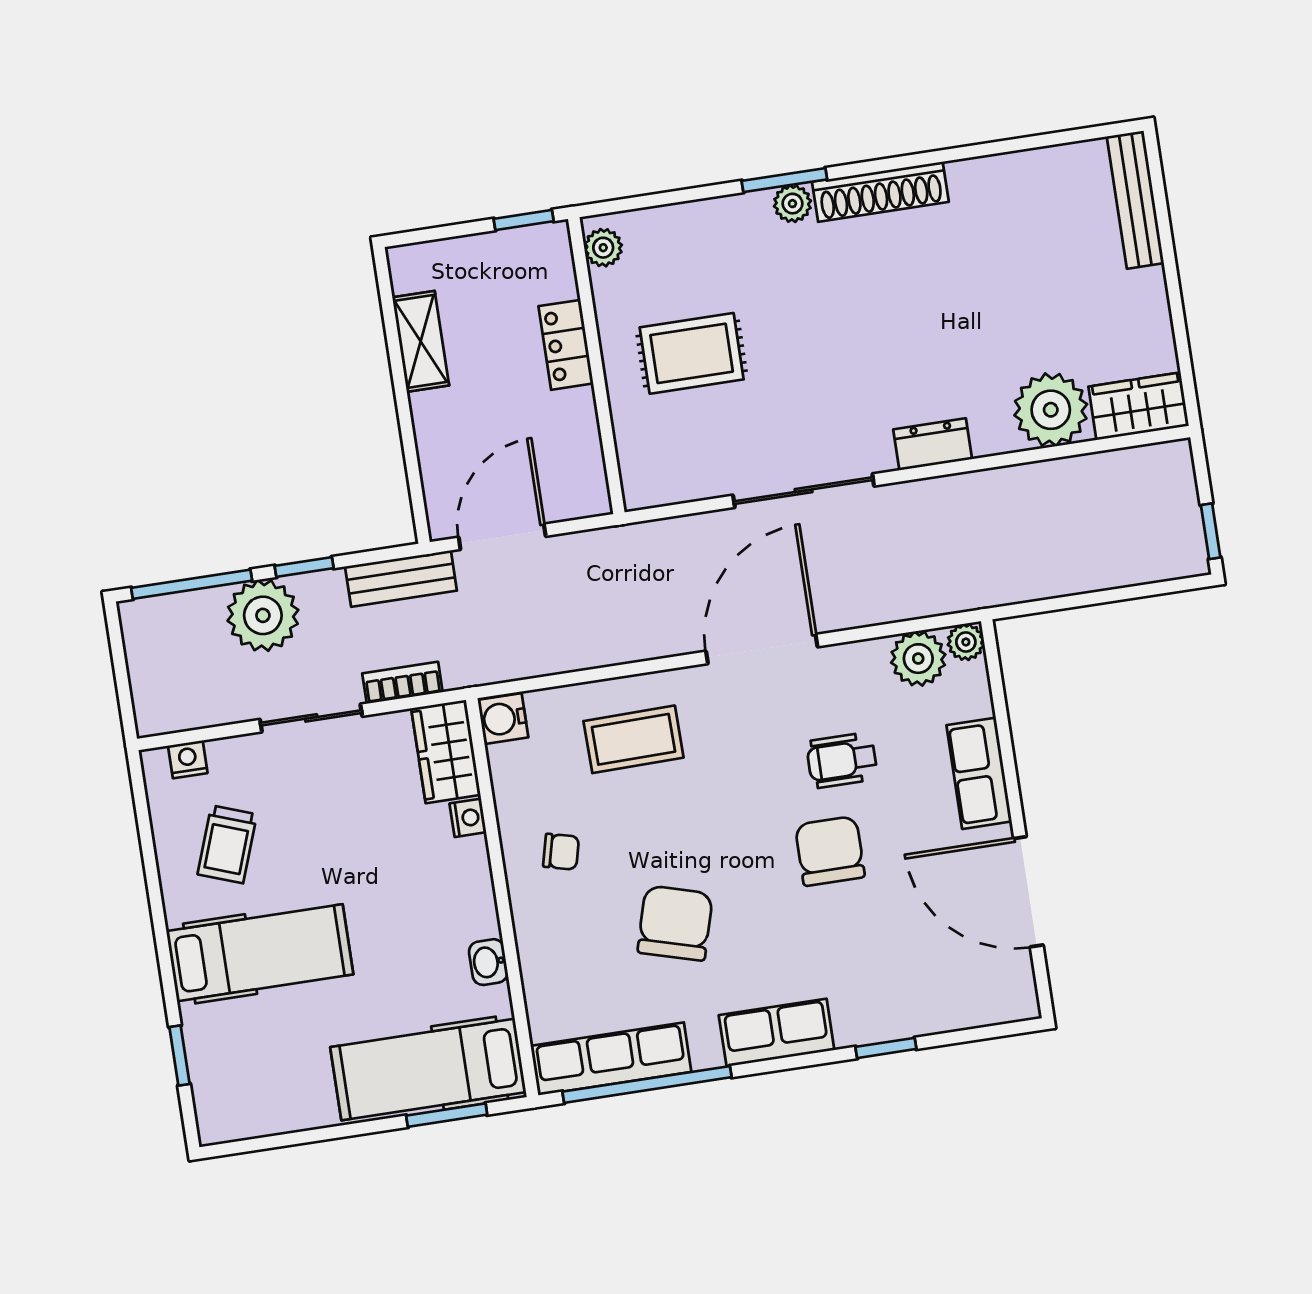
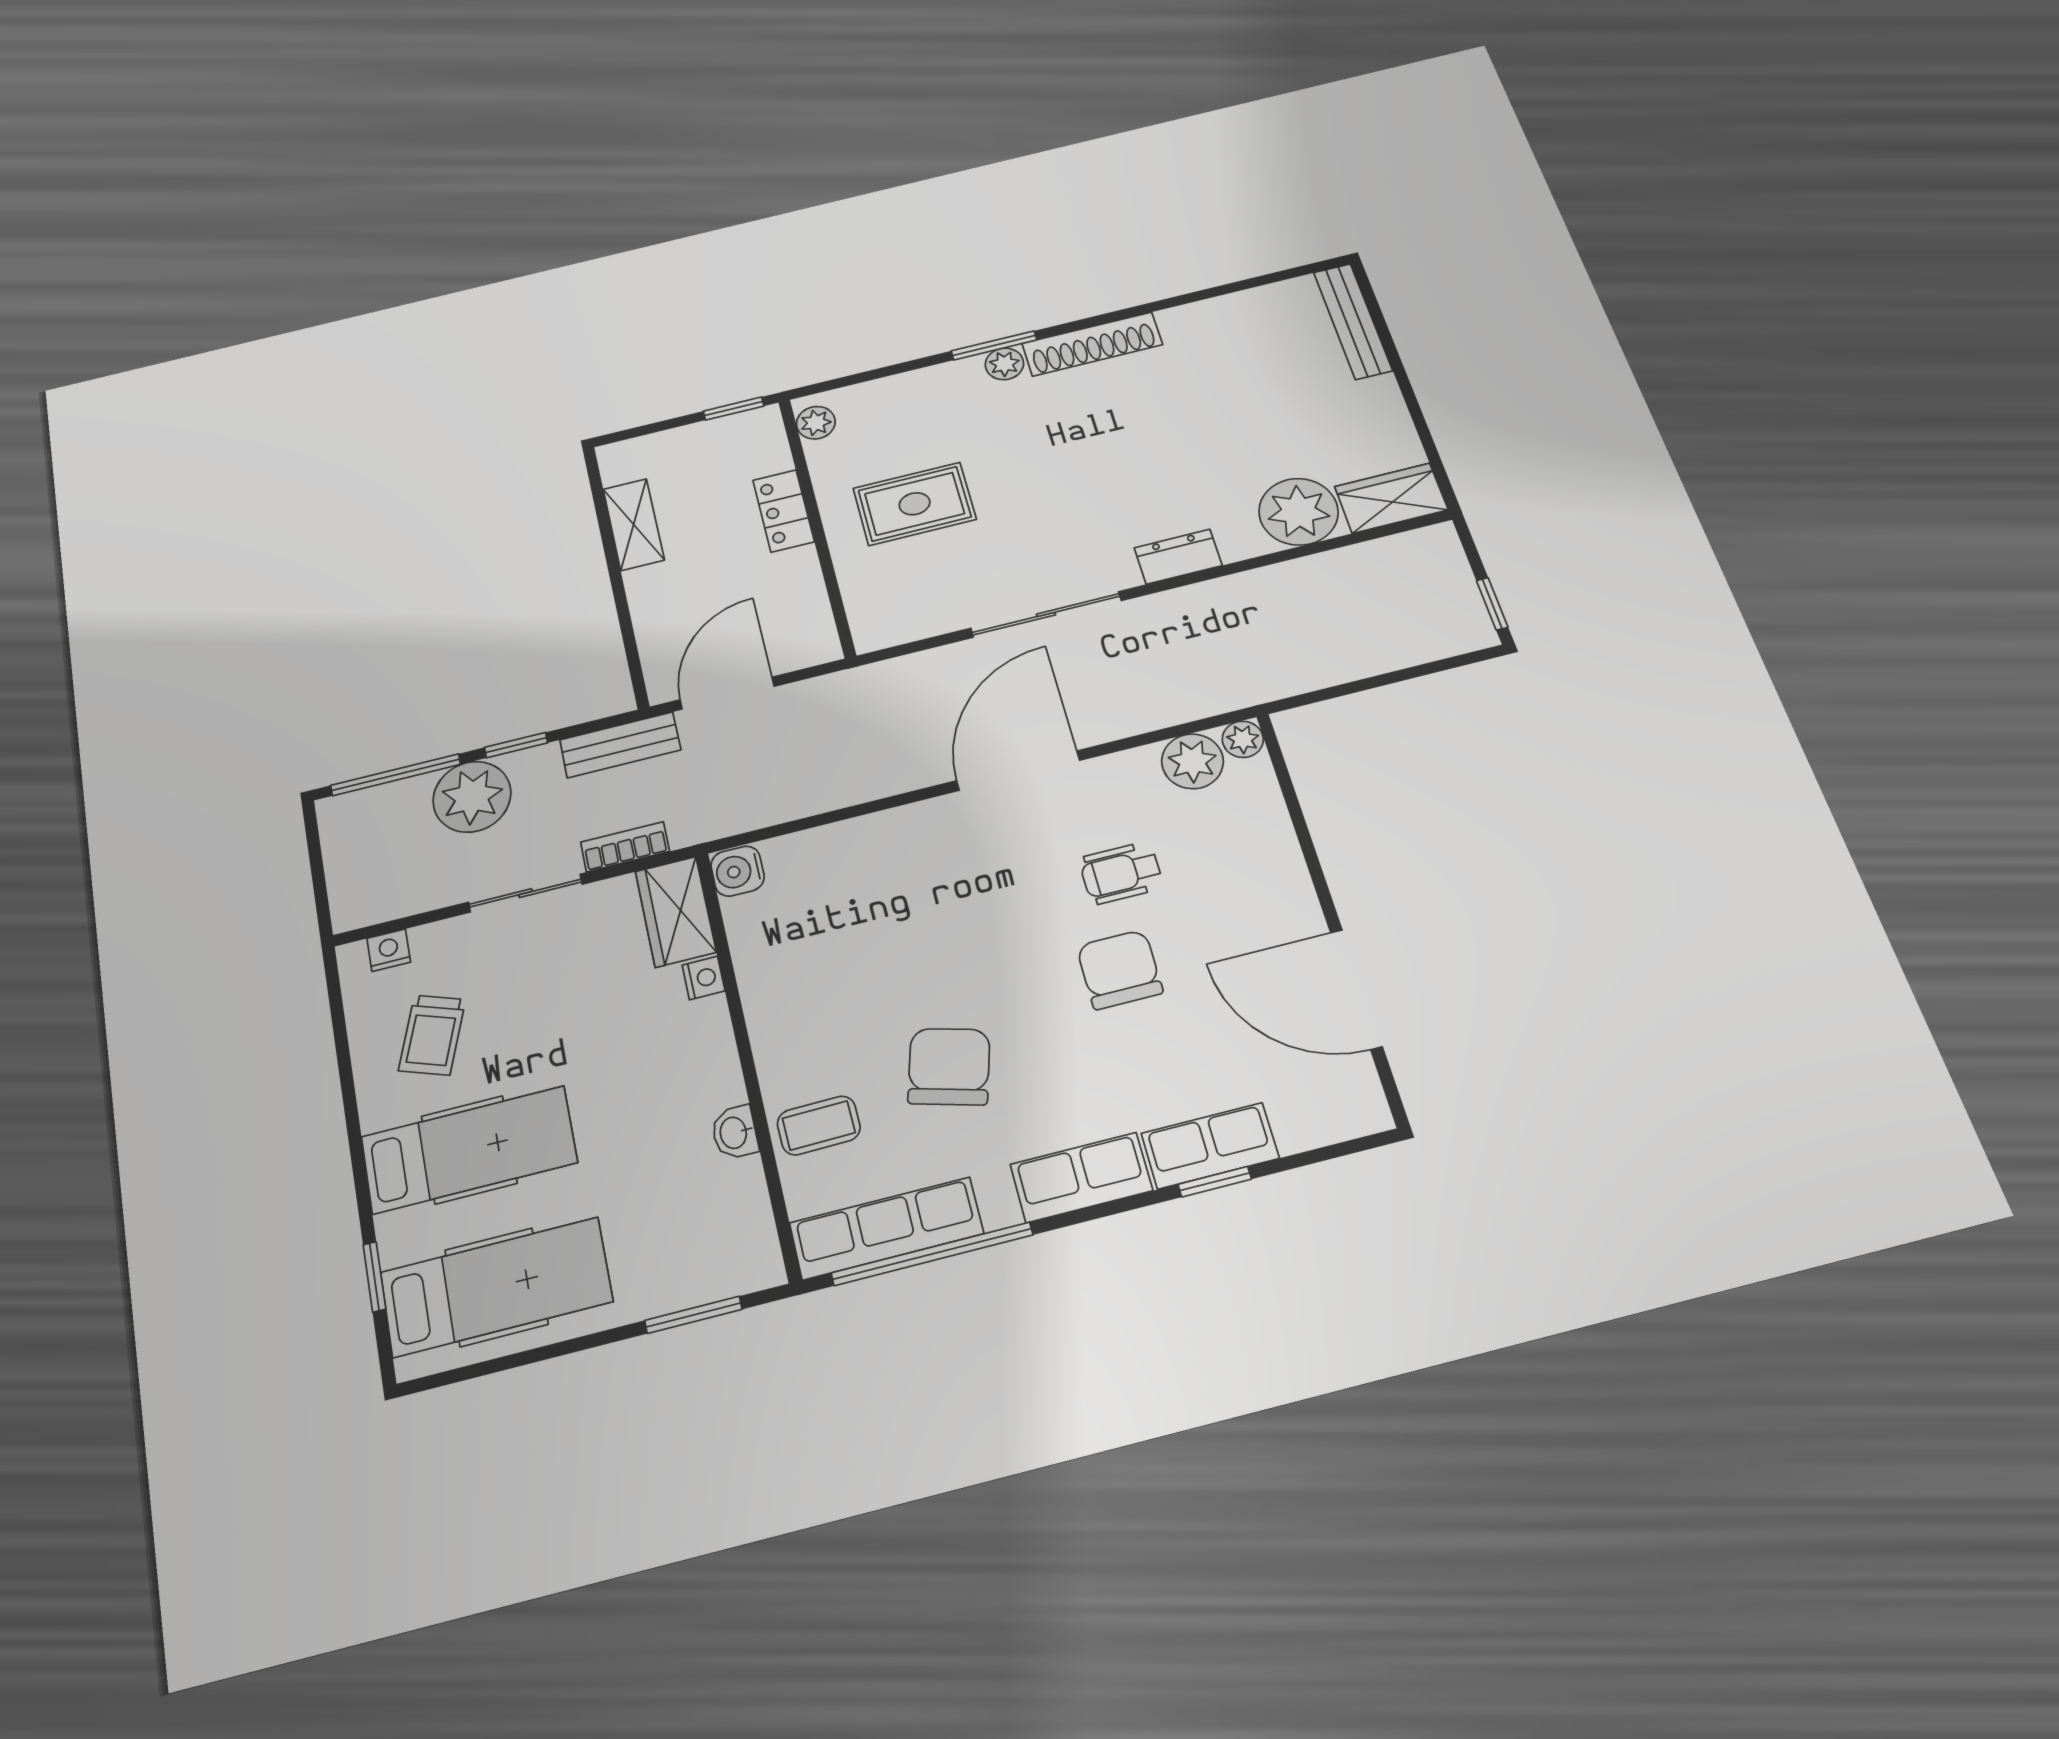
coffee table: (634, 739) -> (819, 1125), moved, width x0.73, depth x0.77
row of seats: (979, 773) -> (1210, 1146), moved, turned 90
chair: (561, 852) -> (811, 1003), removed
hospital bed: (428, 1070) -> (496, 1287), moved, turned 180

